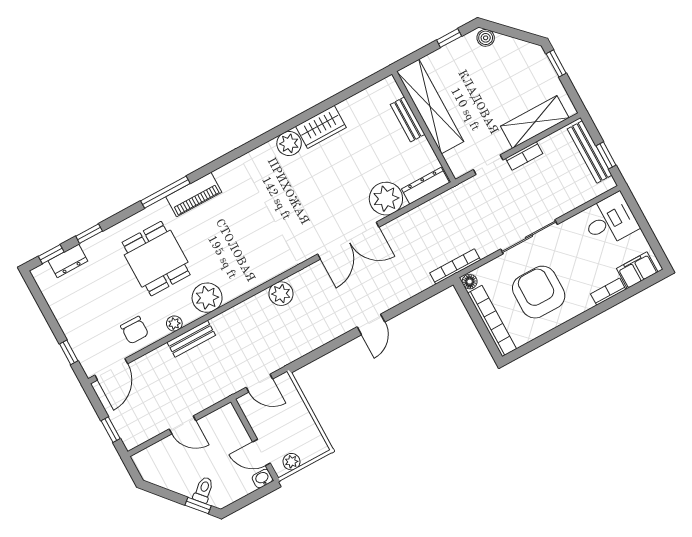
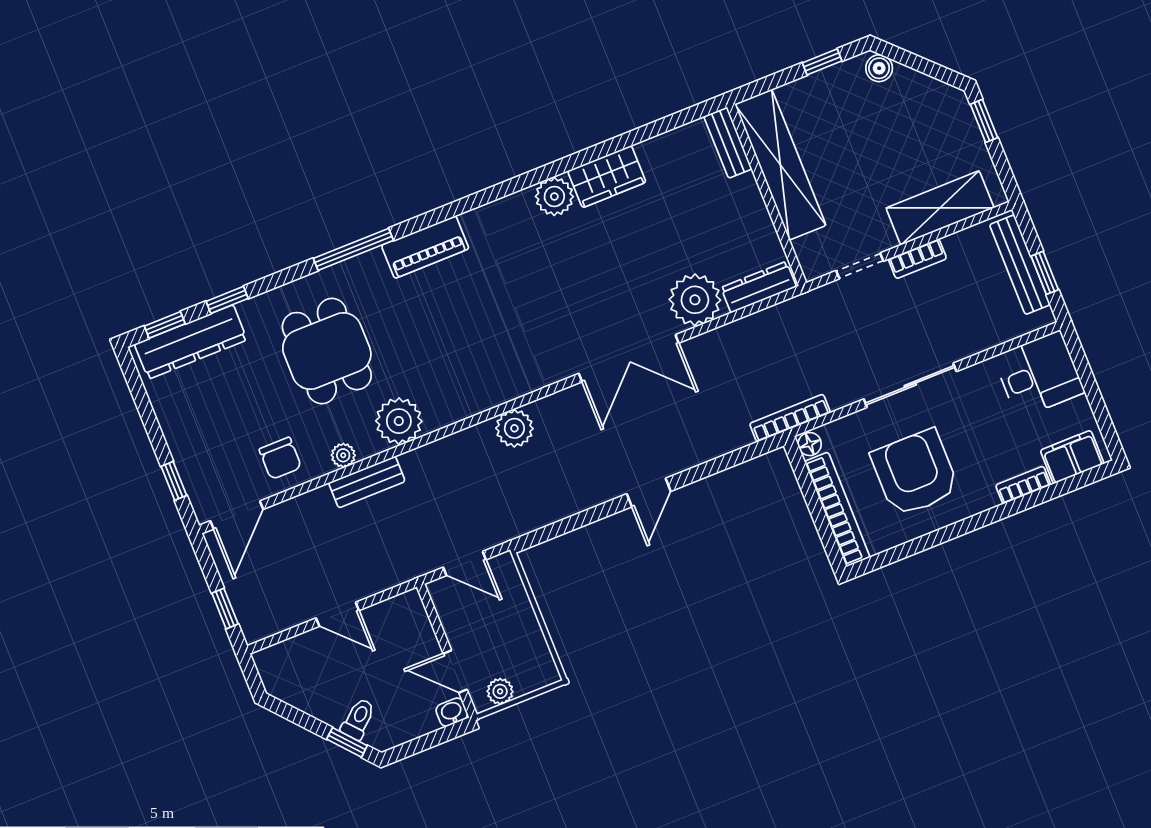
bench: (408, 119) -> (728, 143), moved
piano: (194, 194) -> (425, 247), moved
dresser: (68, 261) -> (191, 342), width x1.96, depth x1.24

